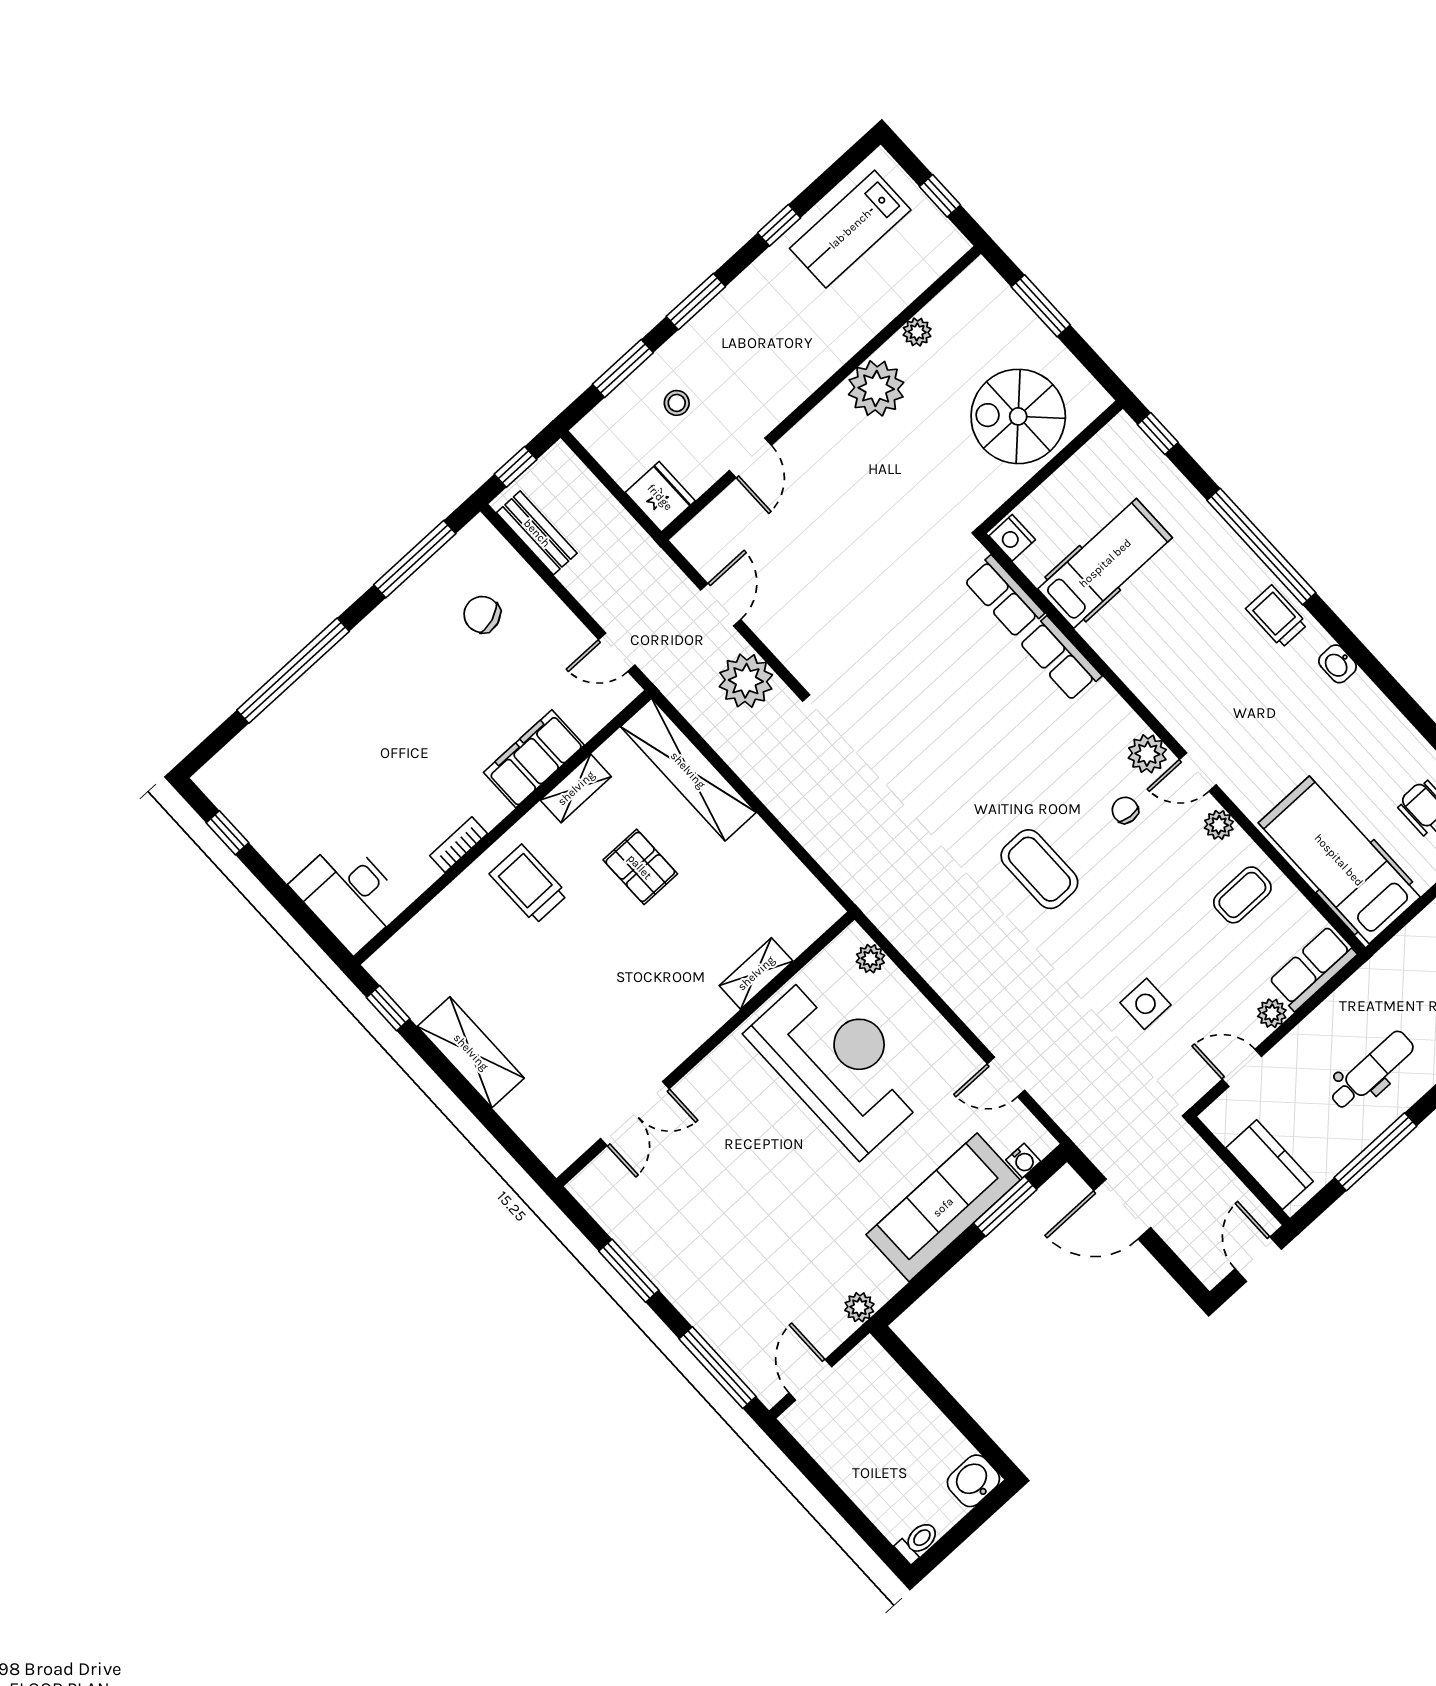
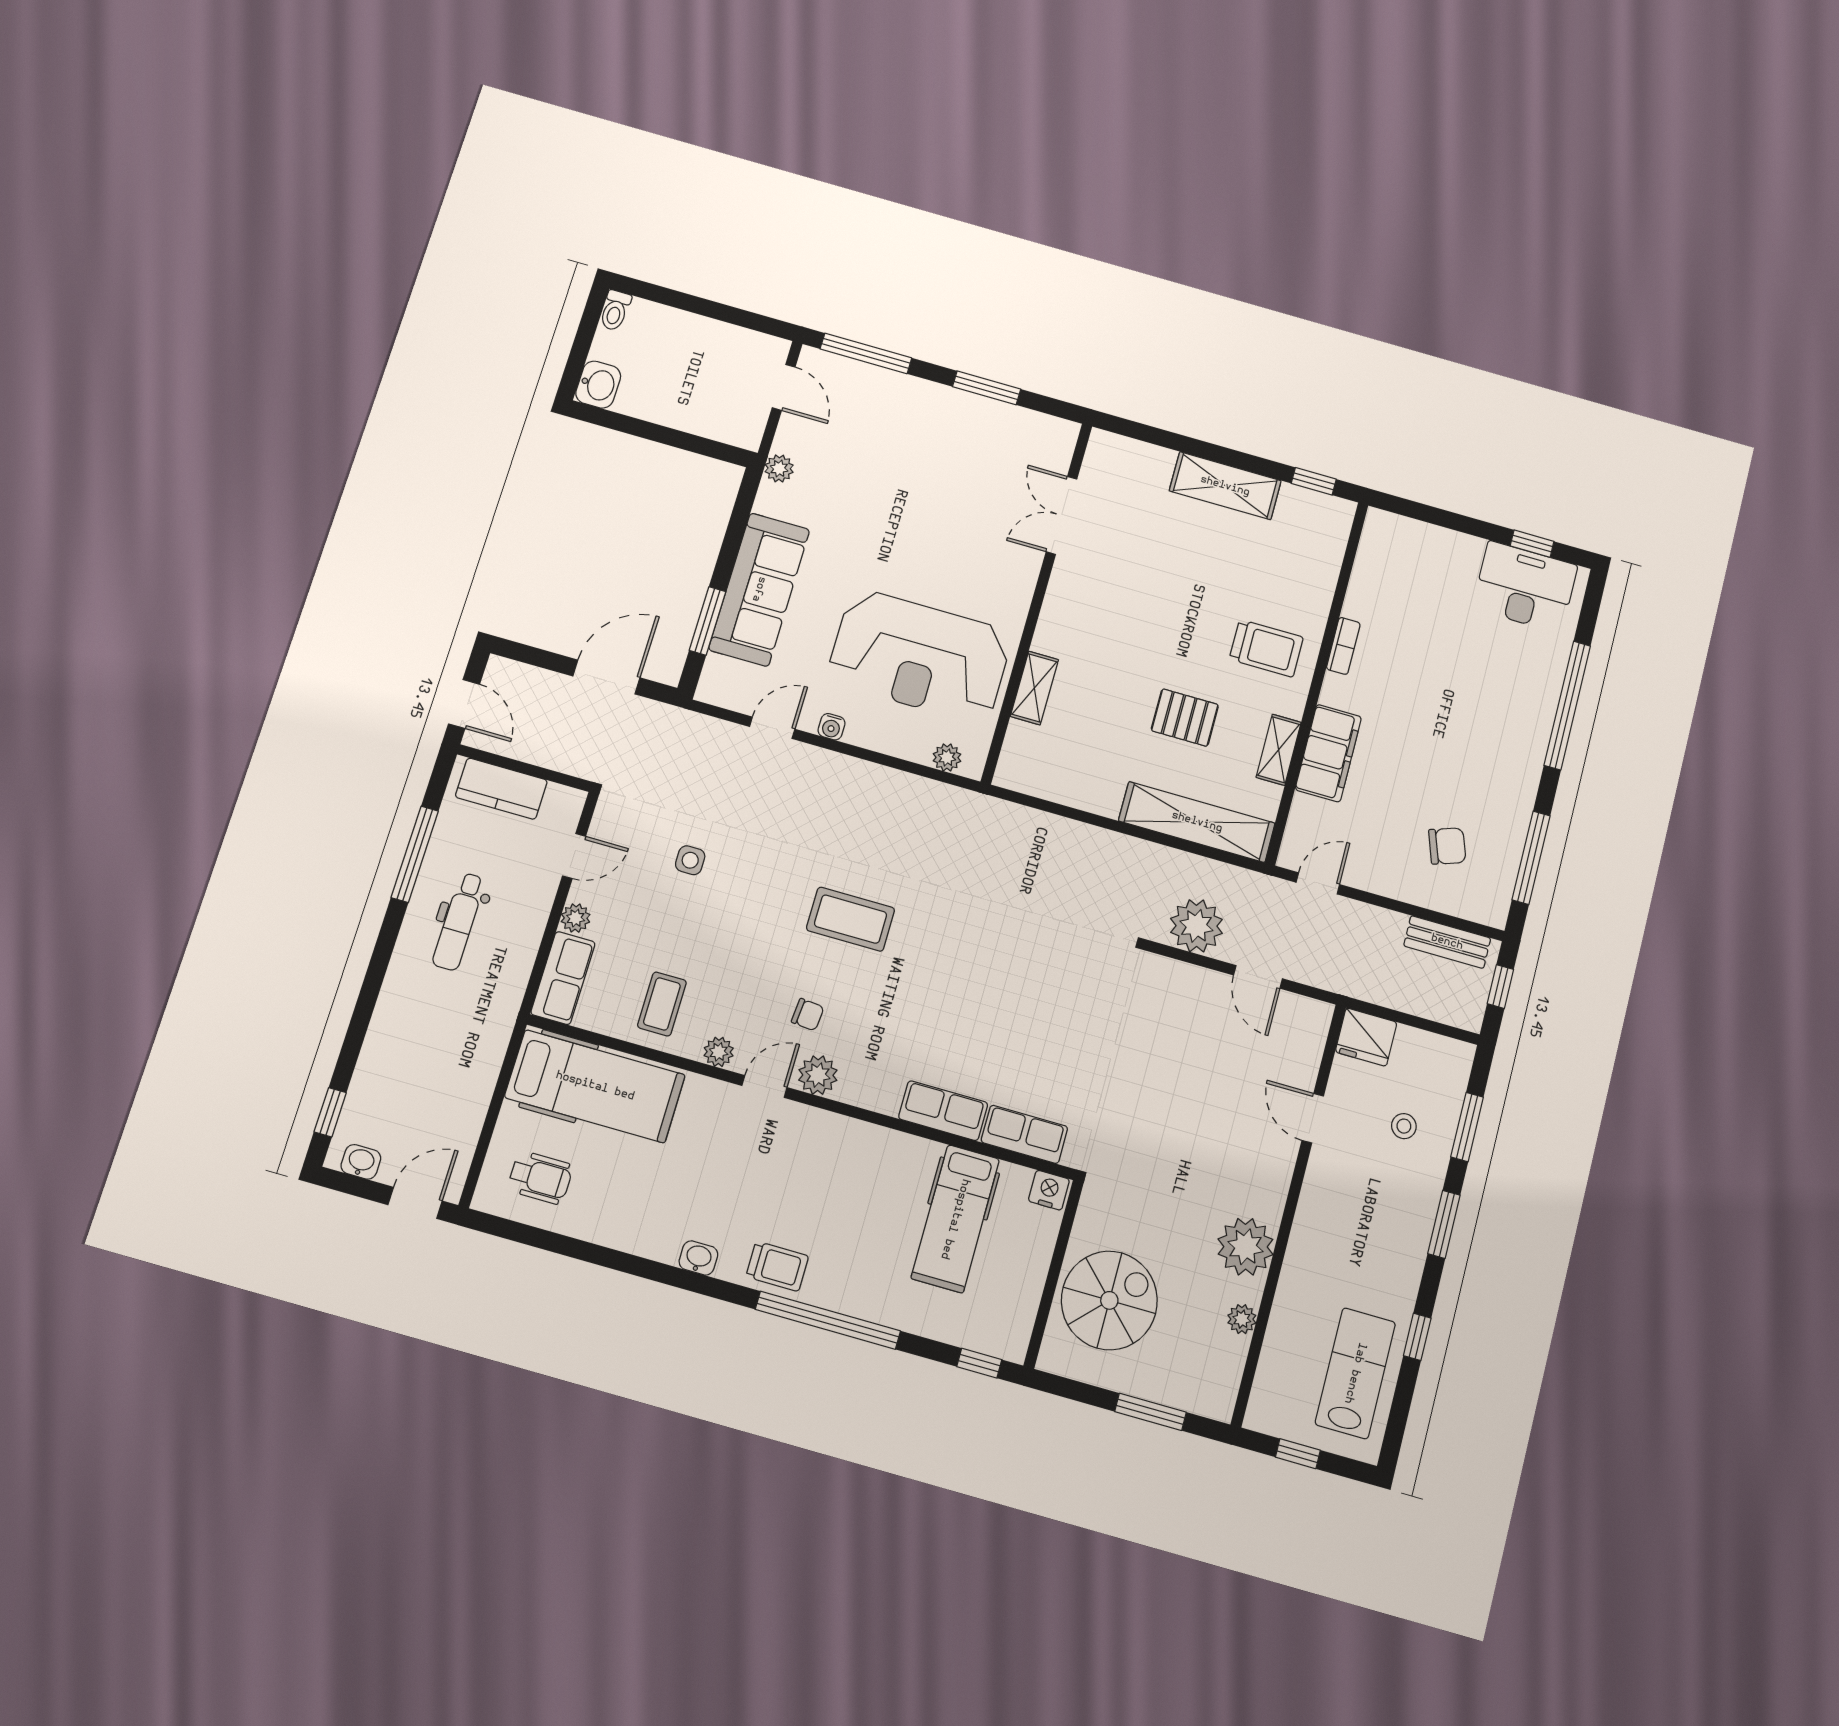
desk: (349, 895) -> (1525, 587), moved
side table: (1145, 1004) -> (690, 860), width x0.73, depth x0.73
water cooler: (1023, 1161) -> (832, 727), moved, turned -90

